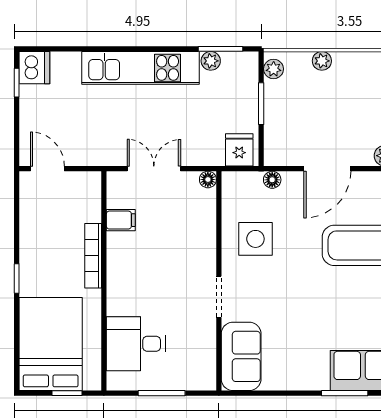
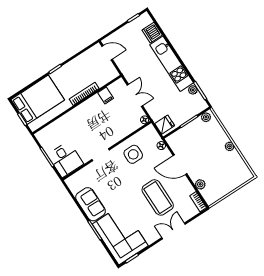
plant: (322, 61) -> (230, 146), moved
dishwasher: (34, 68) -> (152, 33), moved, turned 90
door: (47, 169) -> (107, 53), hinge flipped
desk: (136, 344) -> (65, 159), moved, turned 180
sofa: (241, 356) -> (90, 204), moved, turned -90

